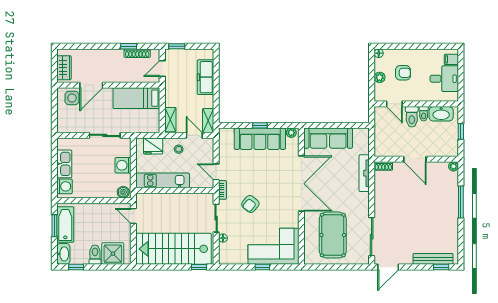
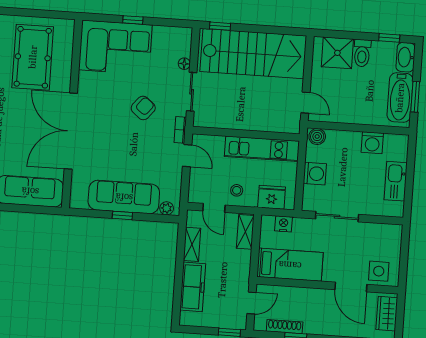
door: (91, 85) -> (351, 287), swing flipped
shelving: (208, 121) -> (192, 244), moved
nightstand: (143, 127) -> (284, 224), added
plant: (291, 133) -> (167, 208), moved
washing machine: (64, 186) -> (372, 143), moved, turned -90

